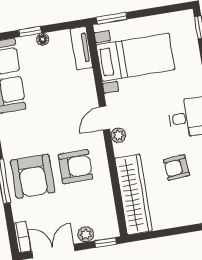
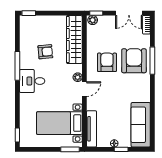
tv unit: (81, 48) -> (92, 129), width x1.41
armchair: (75, 167) -> (107, 62), turned 90
plant: (86, 234) -> (93, 20), moved

